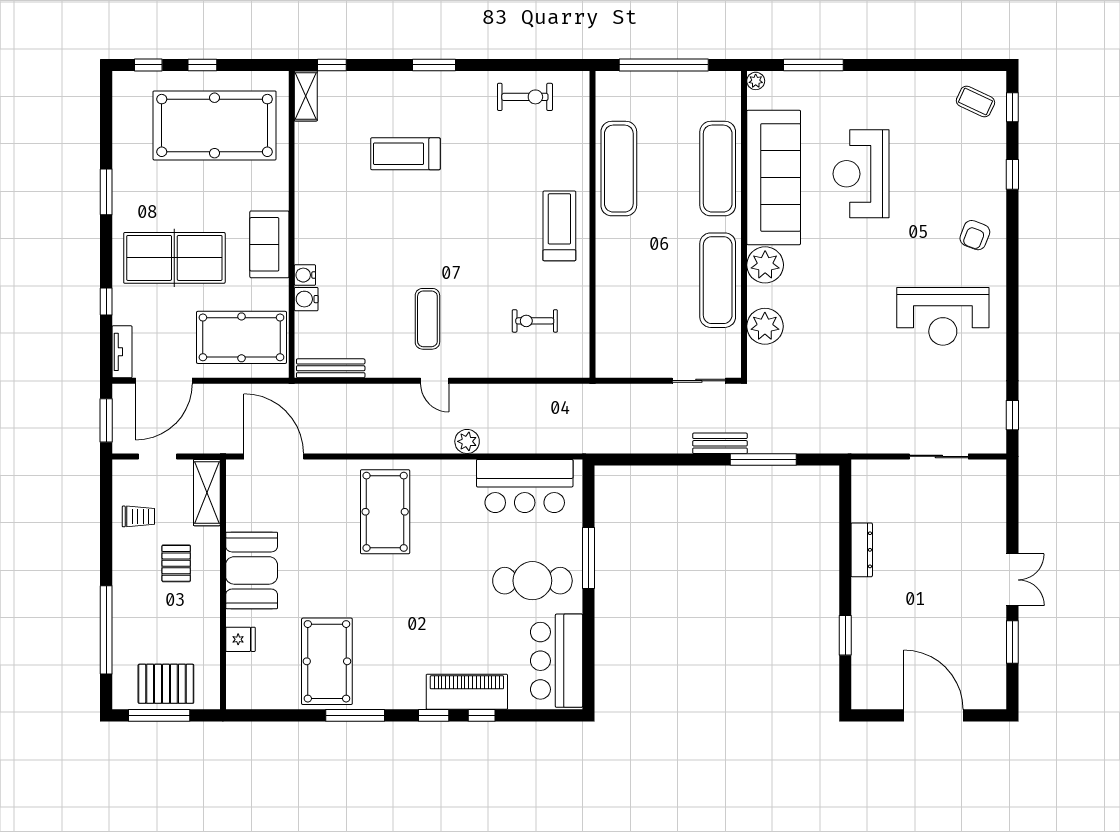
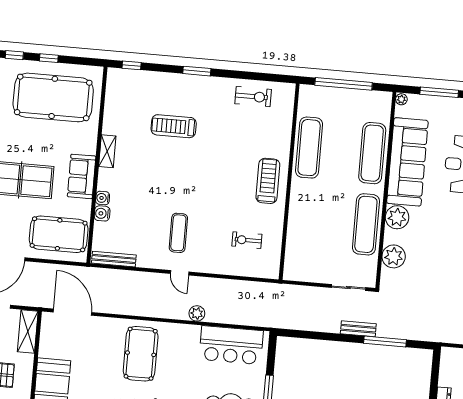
shelving: (306, 96) -> (107, 151), moved

